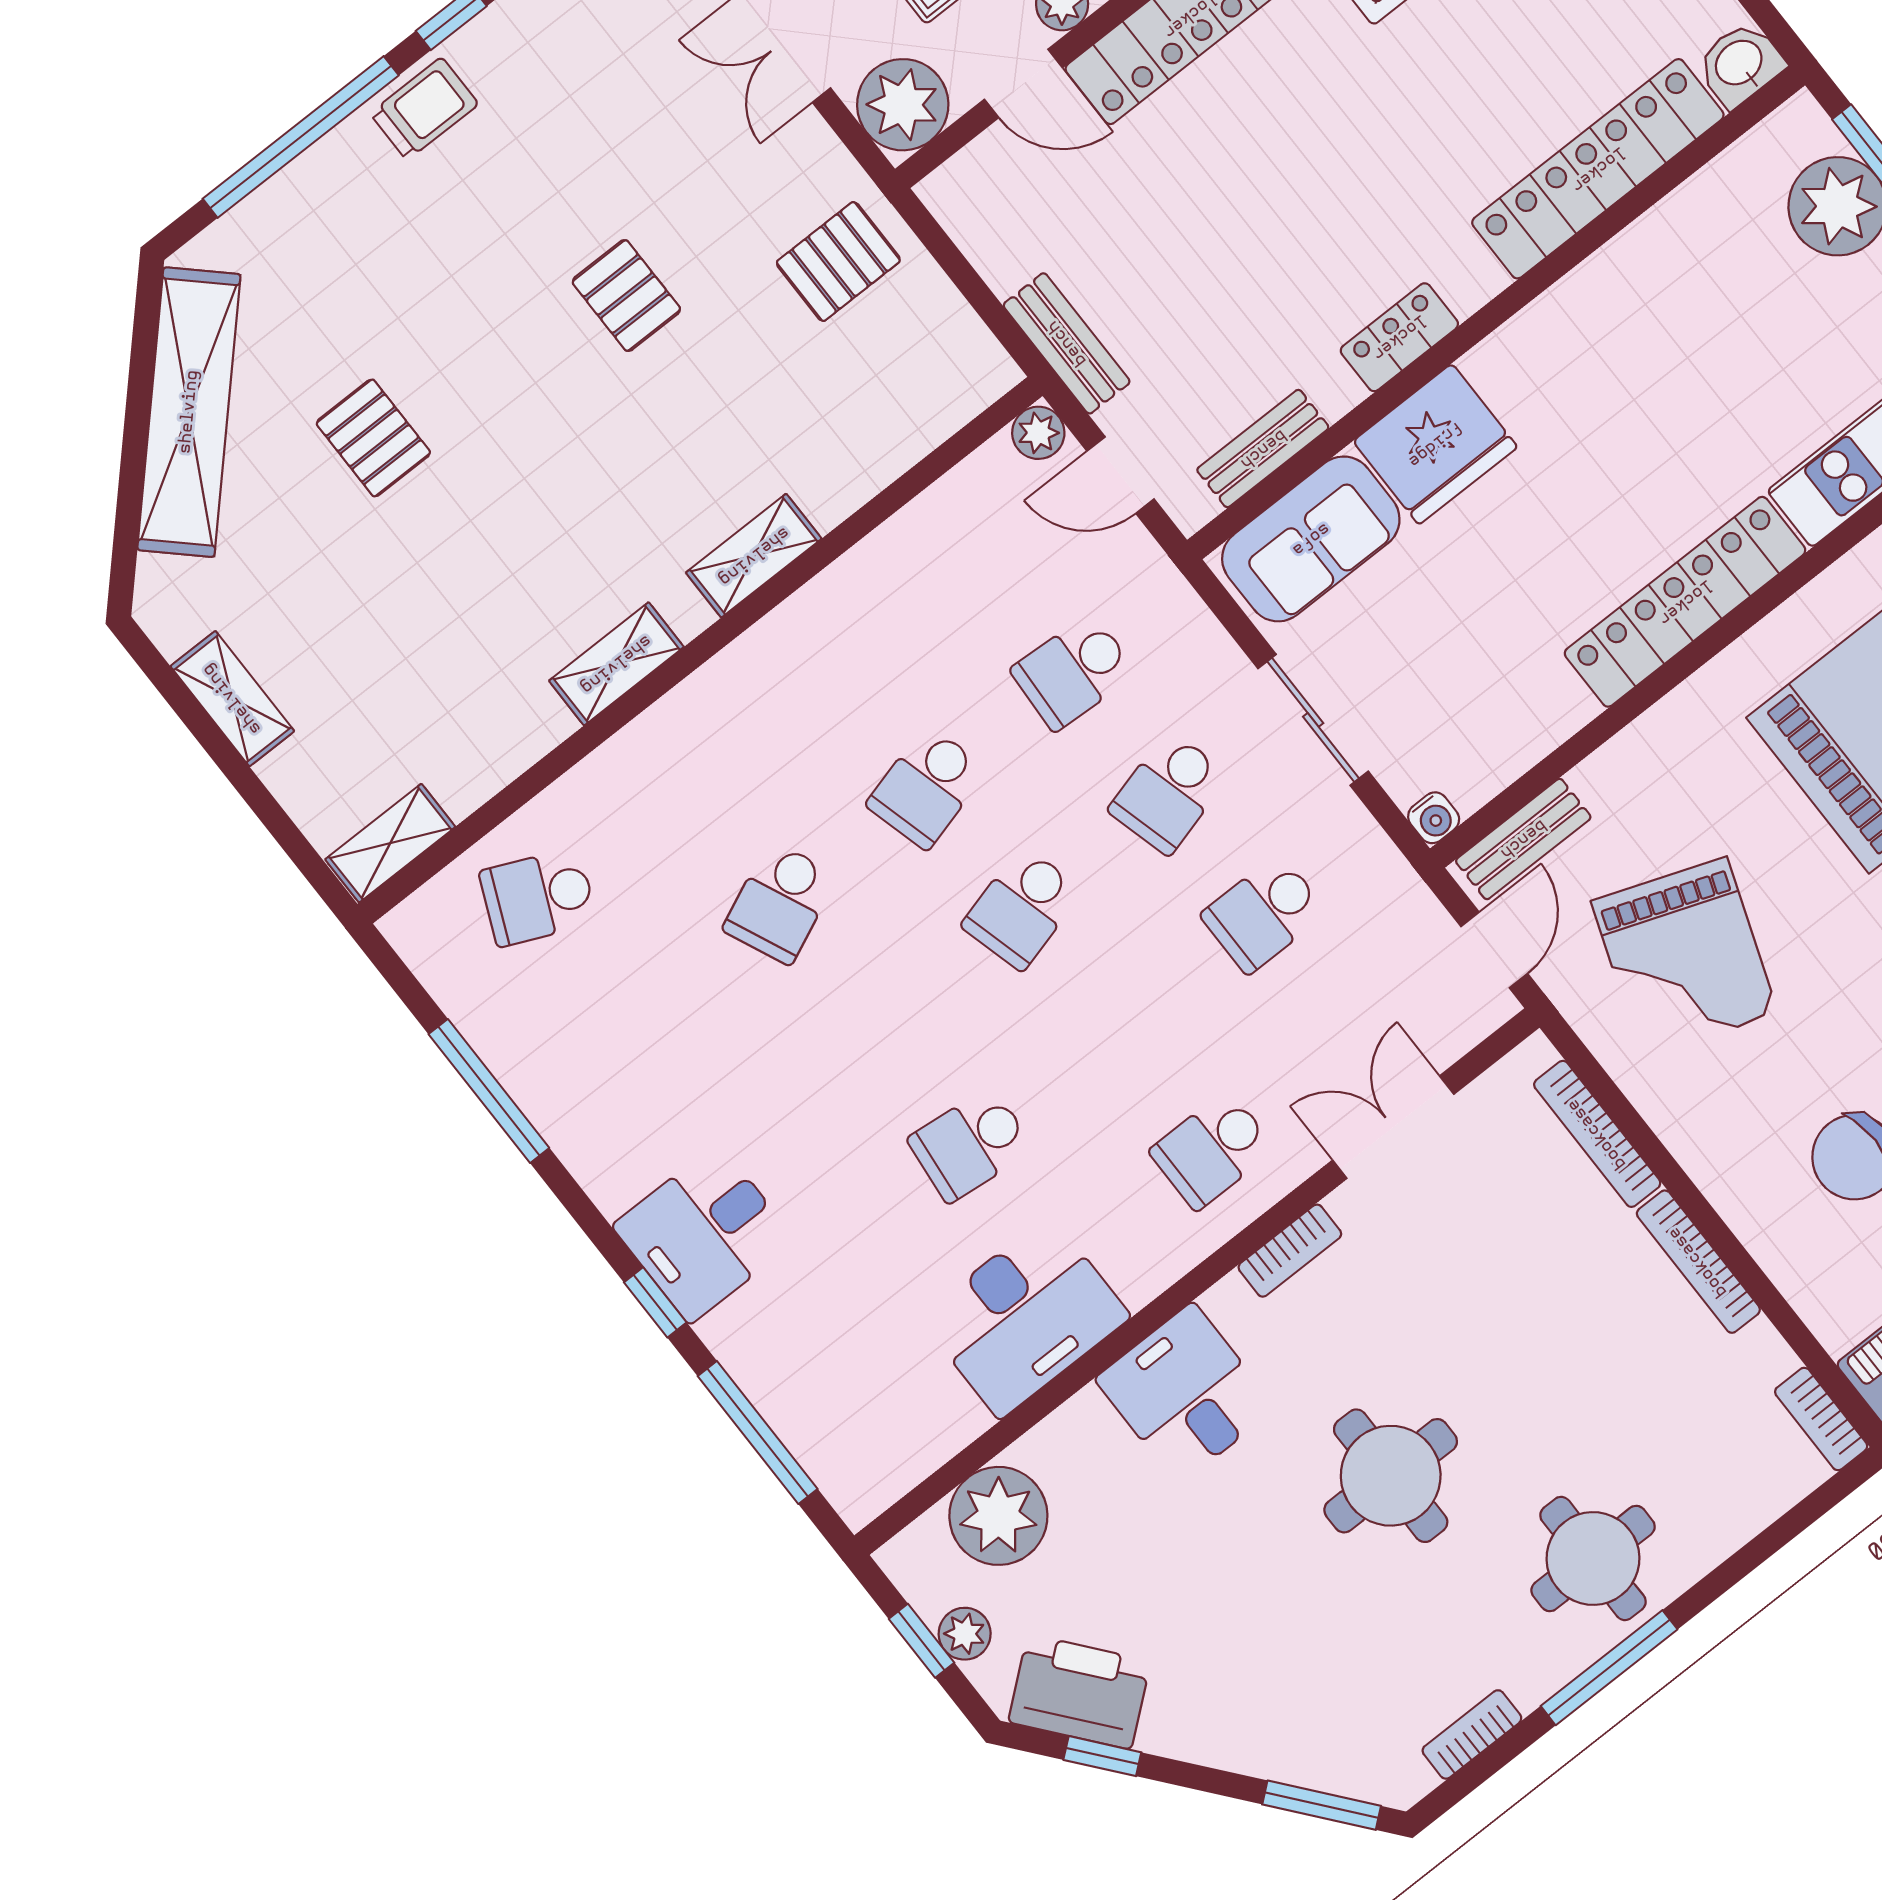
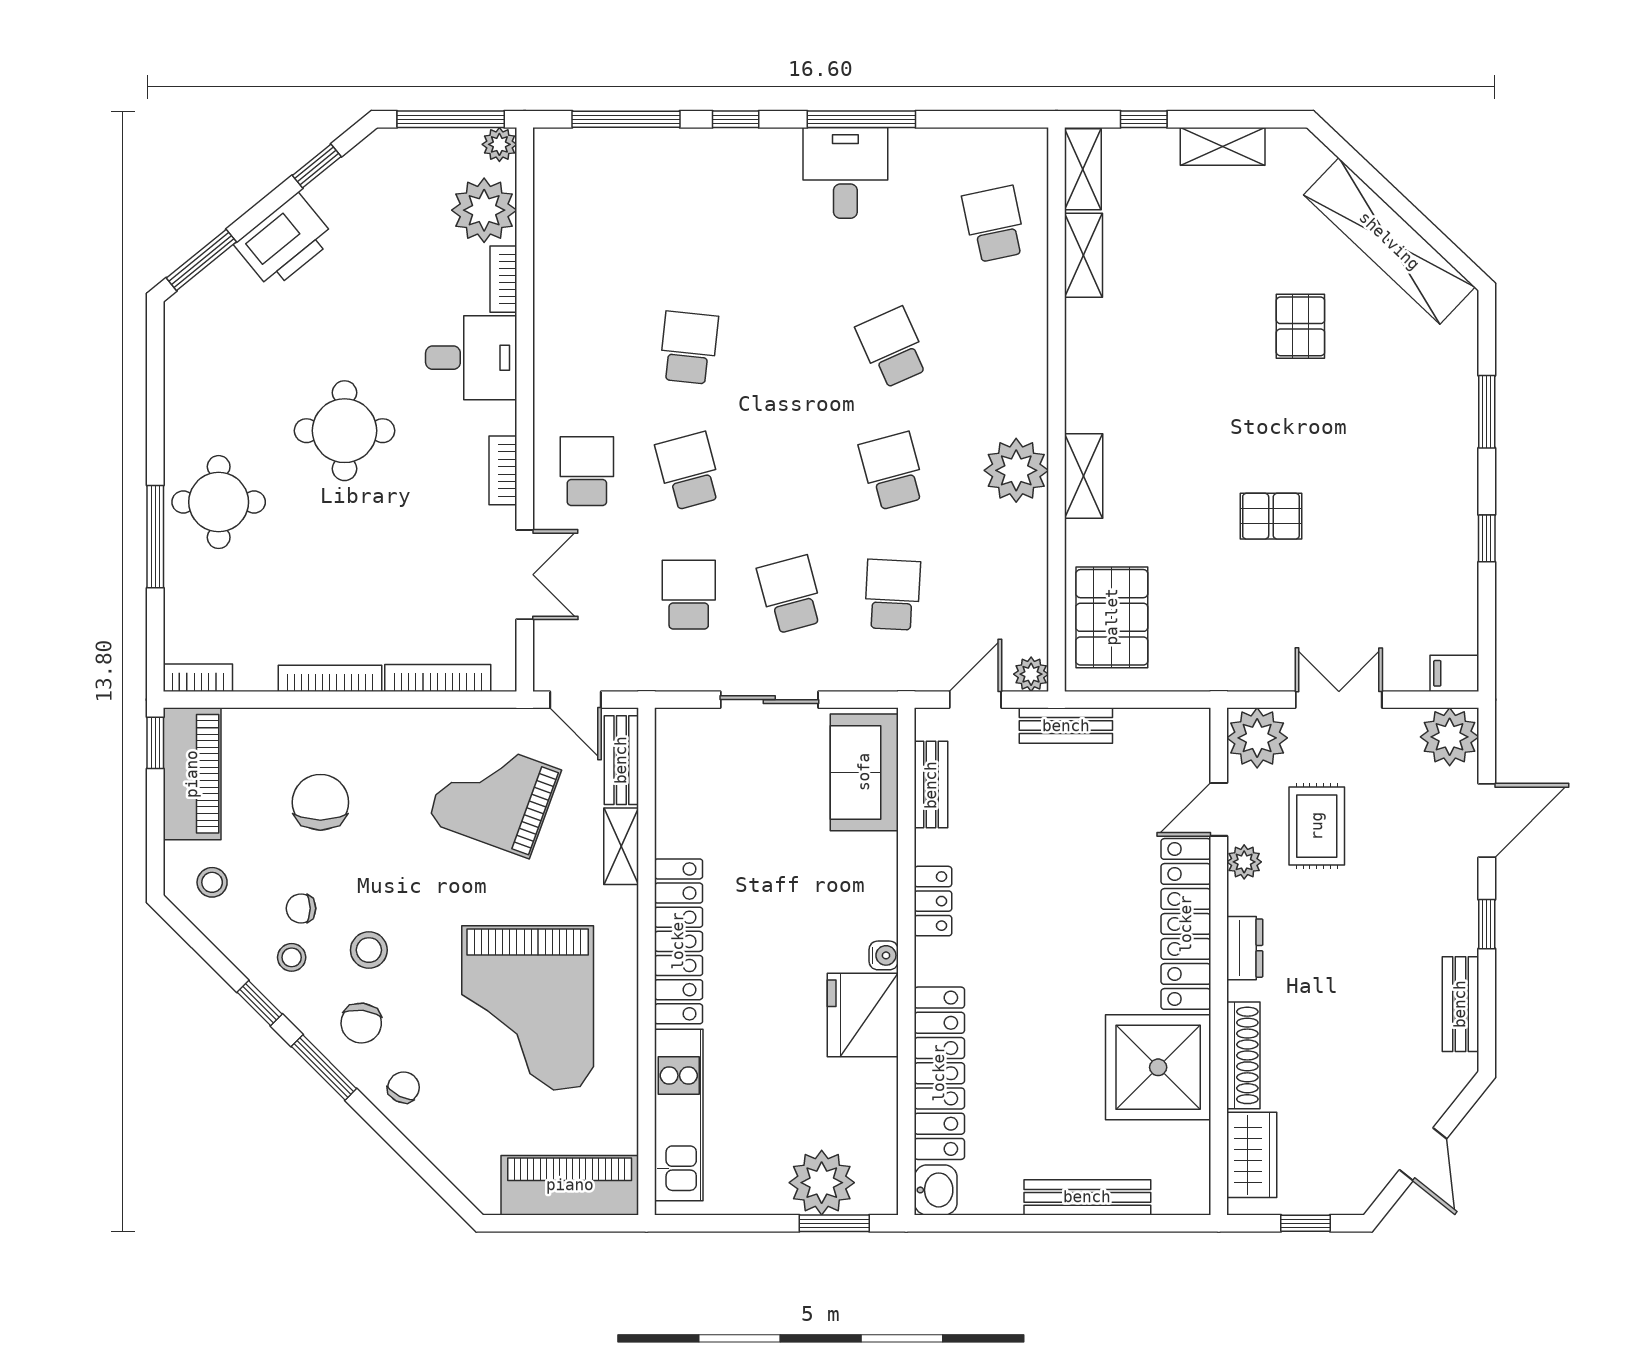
trolley: (424, 109) -> (1451, 488), removed
window: (301, 137) -> (1487, 412), width x0.47
pallet: (838, 261) -> (1112, 617), moved, width x1.50, depth x1.42
pallet: (373, 438) -> (1300, 326), turned 90
fridge: (1435, 444) -> (863, 1015), moved
plant: (810, 641) -> (1016, 470), added
shelving: (616, 664) -> (1084, 255), moved
shelving: (1626, 759) -> (621, 846), added
window: (274, 818) -> (1144, 119), added
water cooler: (1434, 818) -> (884, 955), moved, turned 180
school desk: (538, 897) -> (994, 224), turned -36
school desk: (1022, 908) -> (689, 471), moved
window: (489, 1091) -> (861, 119), moved
desk: (704, 1233) -> (845, 173), moved
desk: (1025, 1317) -> (577, 305), removed
plant: (965, 1634) -> (499, 144), moved
window: (922, 1641) -> (451, 119), width x2.17
window: (1609, 1668) -> (155, 537), moved
printer: (1079, 1692) -> (285, 241), moved
bookcase: (1472, 1734) -> (503, 279), moved, turned 180

